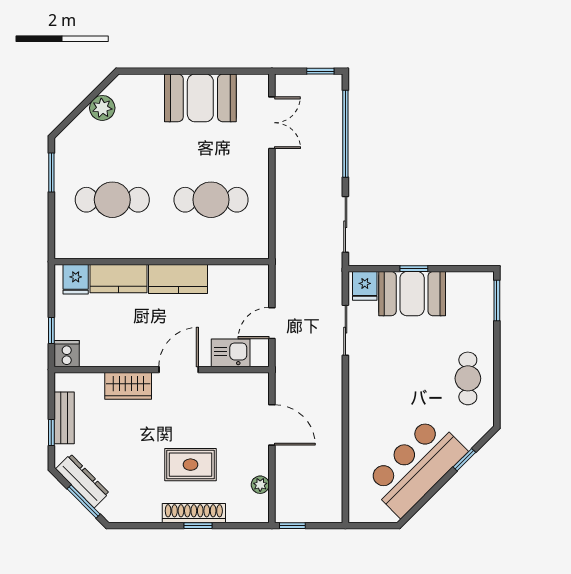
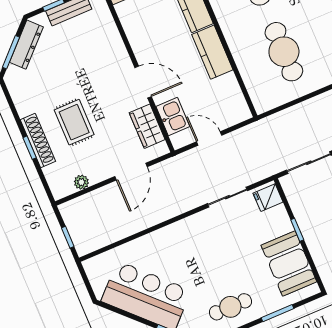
booth: (412, 294) -> (289, 263), moved
window: (497, 301) -> (277, 313), moved
wardrobe: (128, 386) -> (147, 126), moved
window: (292, 526) -> (68, 237), moved

